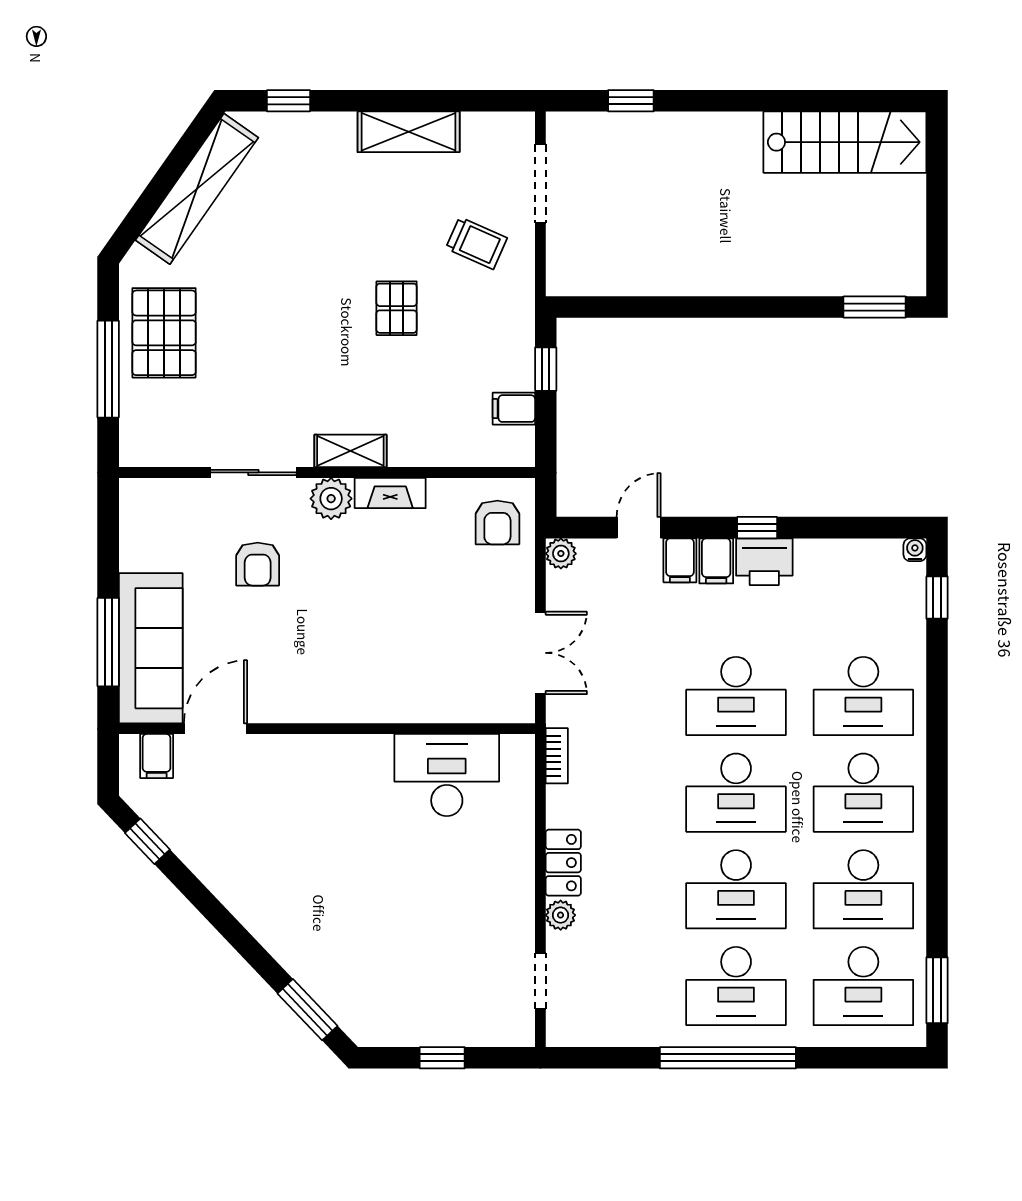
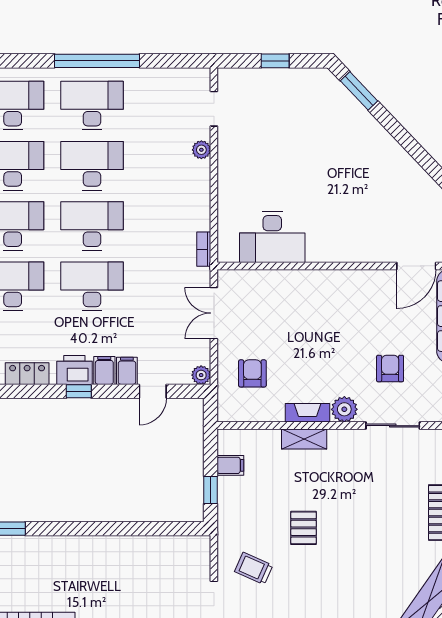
shelving: (350, 451) -> (304, 439), moved
armchair: (497, 522) -> (252, 373), moved
locker: (563, 863) -> (27, 374), moved, turned 90

